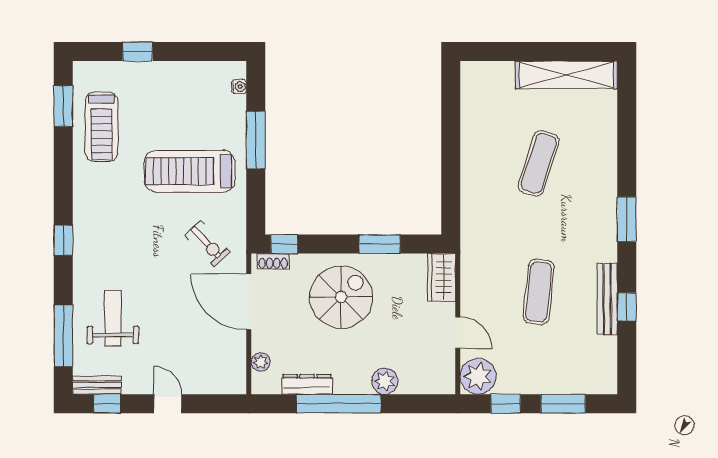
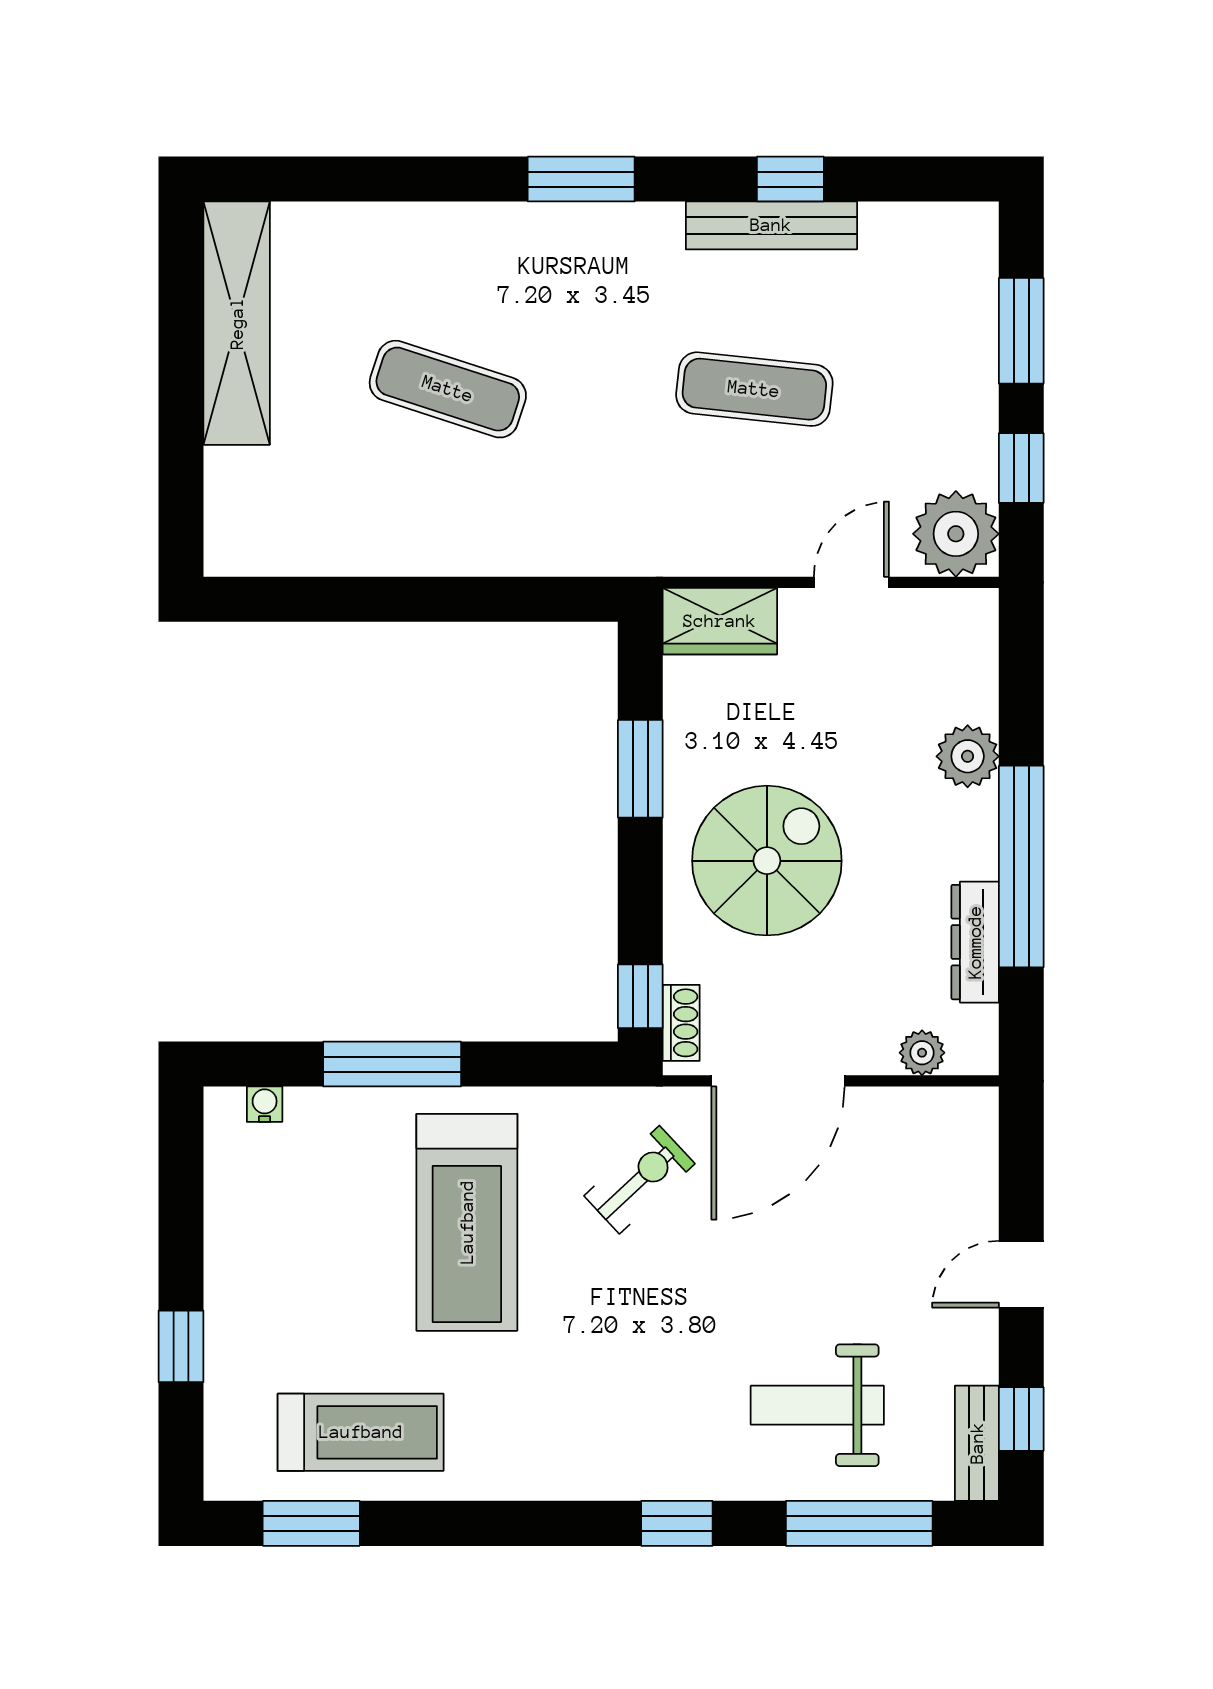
window: (63, 240) -> (677, 1523), moved
spiral stairs: (341, 297) -> (767, 861), turned 90

